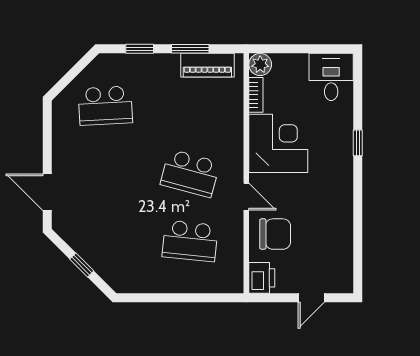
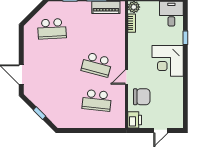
corner desk: (278, 143) -> (168, 61), moved, turned 180
window: (358, 143) -> (185, 38), moved
door: (246, 197) -> (127, 77), swing flipped

